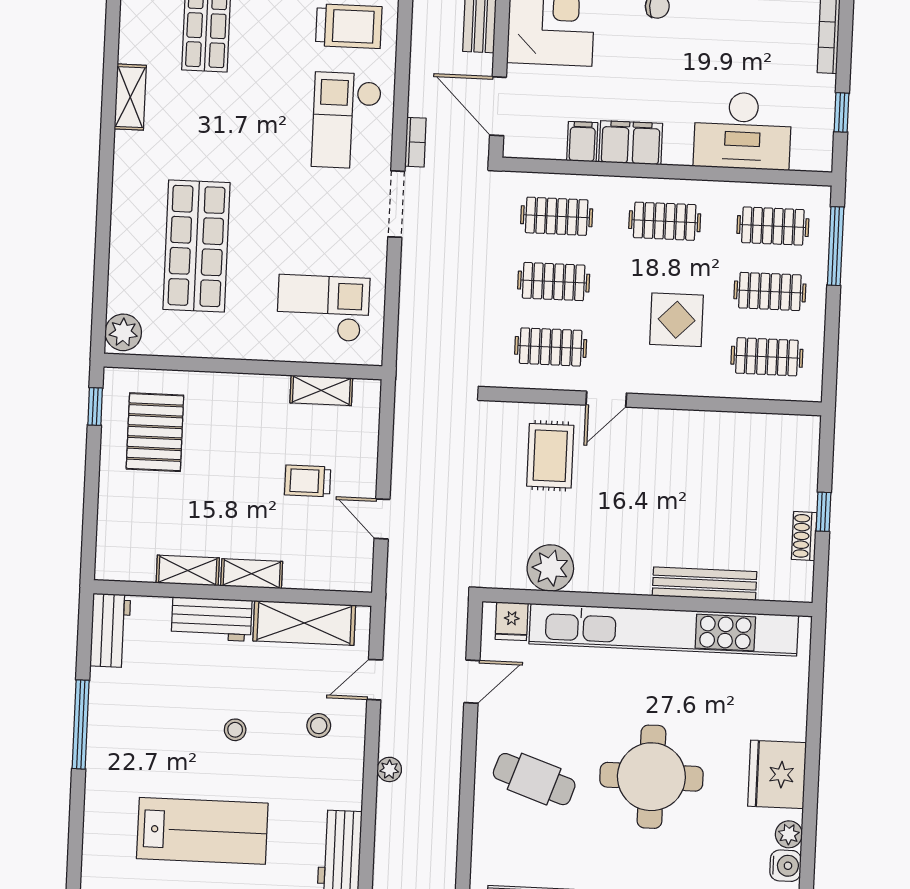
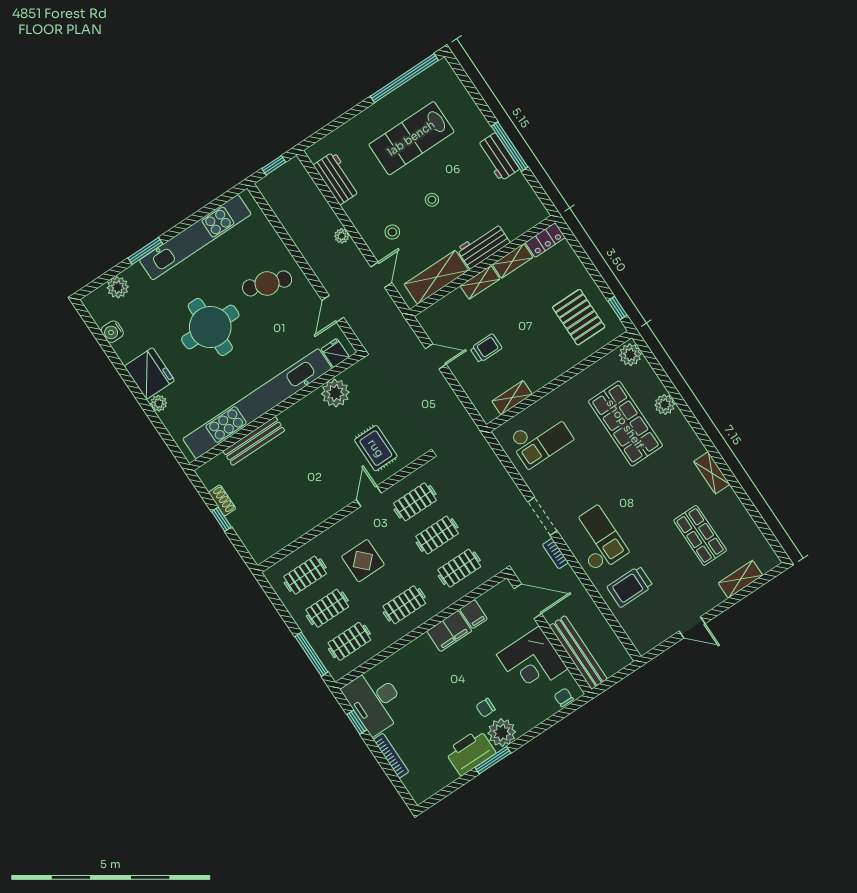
desk: (743, 131) -> (375, 701), moved, turned -90
plant: (126, 233) -> (665, 405), added
locker: (124, 566) -> (545, 240), added
workbench: (110, 630) -> (498, 157), moved
plant: (789, 834) -> (159, 403), moved

